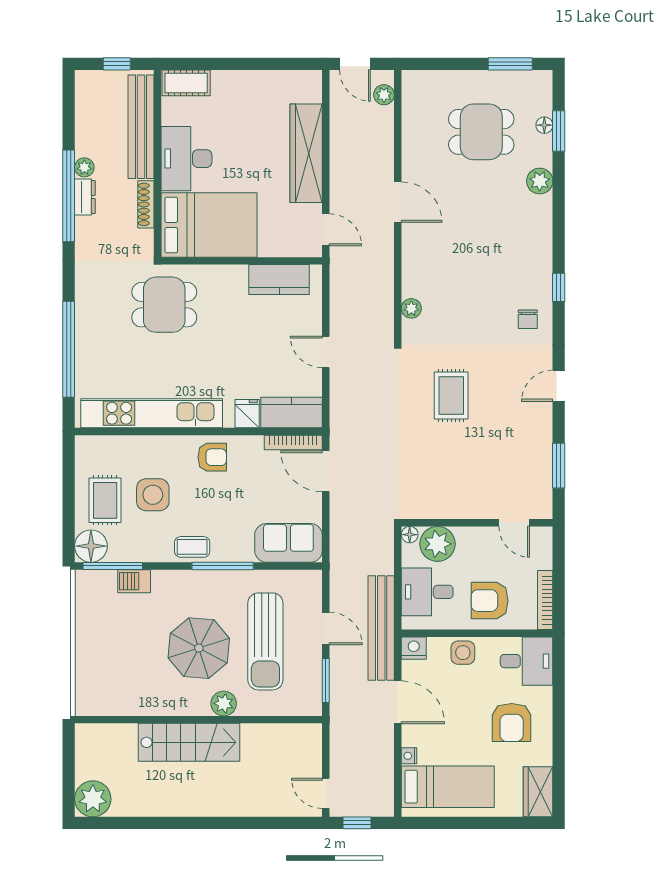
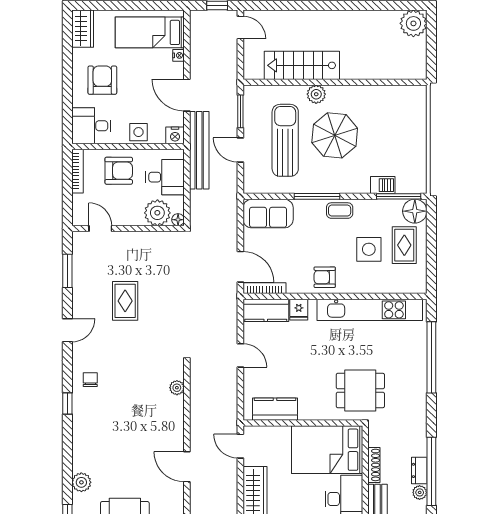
rug: (451, 396) -> (125, 301), moved
stairs: (189, 742) -> (302, 65), moved

